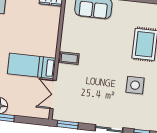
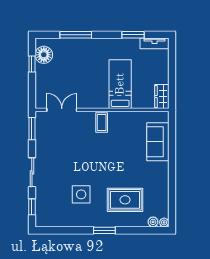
bed: (32, 66) -> (120, 84), moved

